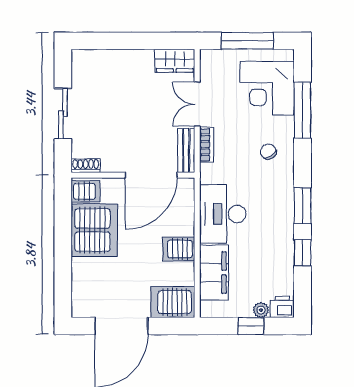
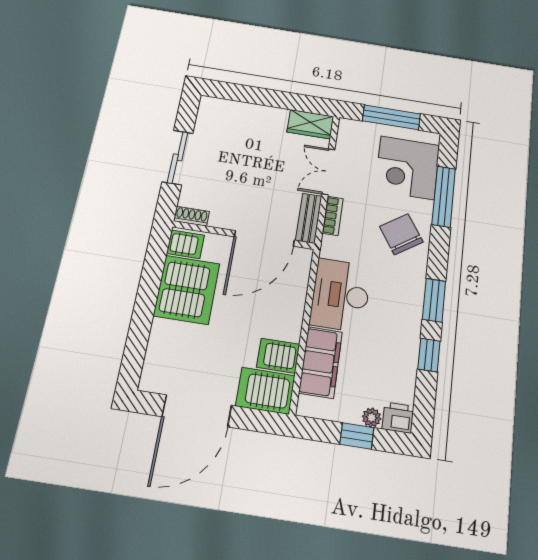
chair: (268, 152) -> (401, 234), width x1.87, depth x1.87
server rack: (179, 249) -> (278, 356), moved

